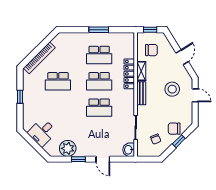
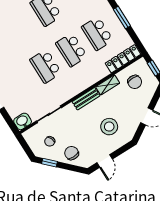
locker: (129, 74) -> (123, 59), moved
door: (195, 95) -> (105, 161), moved
window: (179, 141) -> (49, 163), moved

